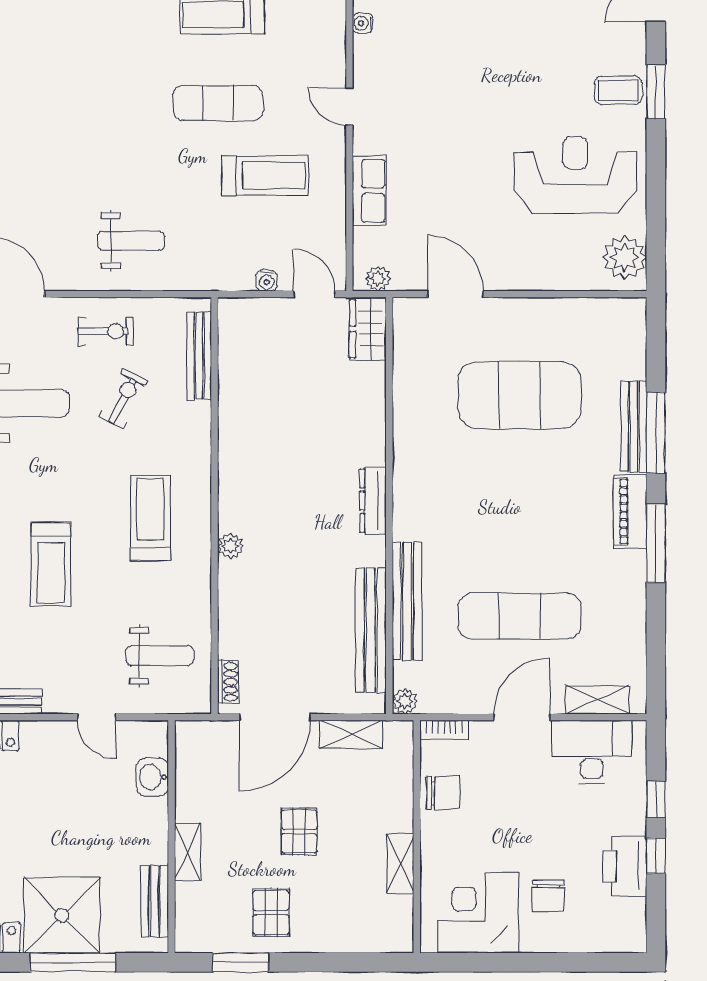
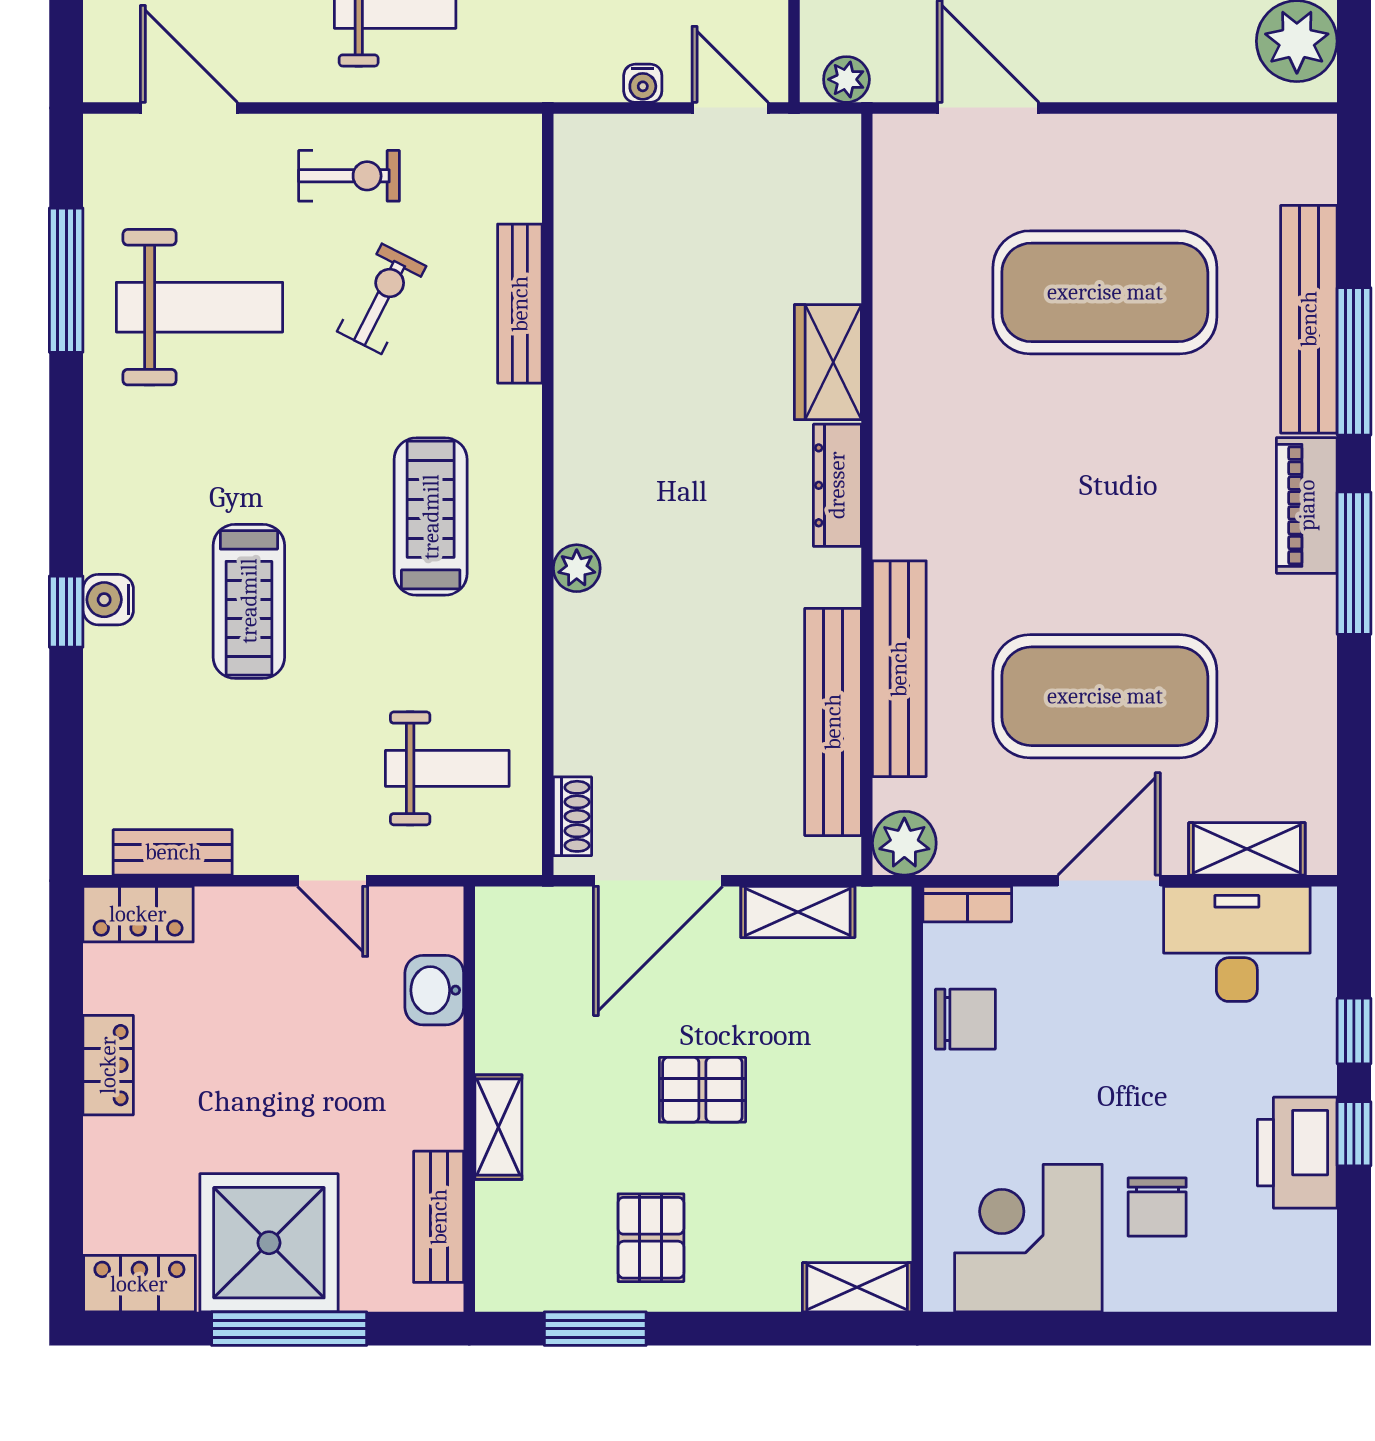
wardrobe: (368, 329) -> (828, 362), moved
bench: (199, 356) -> (520, 304), moved
bench: (634, 426) -> (1309, 319), width x1.37, depth x1.21
exercise mat: (519, 616) -> (1105, 696), width x1.47
plant: (405, 701) -> (904, 843), width x1.38, depth x1.38
pallet: (299, 832) -> (702, 1090), turned 90
shelving: (400, 864) -> (857, 1287), moved, turned 90

